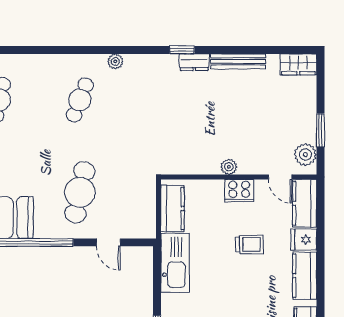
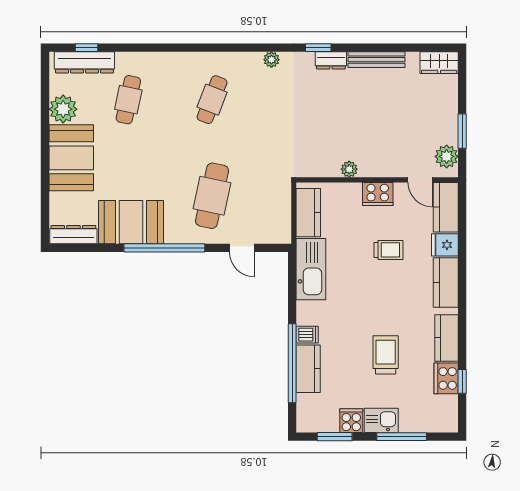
plant: (115, 61) -> (271, 60), moved
plant: (229, 167) -> (349, 169), moved

